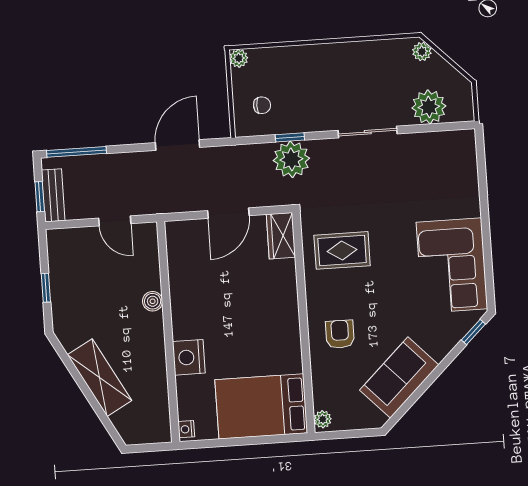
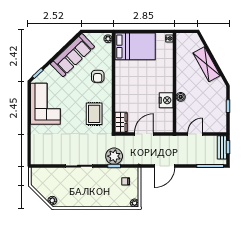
plant: (429, 107) -> (51, 175), removed
door: (115, 221) -> (195, 134), hinge flipped
rug: (342, 250) -> (94, 114), turned 90
nightstand: (189, 357) -> (166, 100), moved
sofa: (399, 377) -> (72, 55), width x1.36

